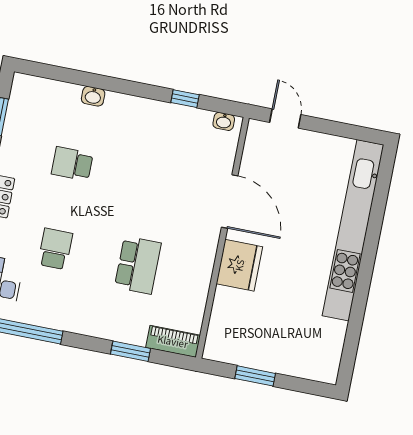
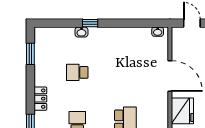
window: (185, 99) -> (90, 23), moved

